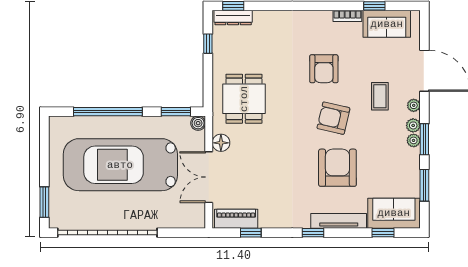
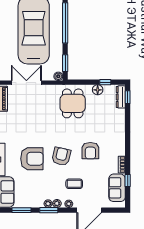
armchair: (324, 69) -> (90, 151), turned -90
dining table: (244, 99) -> (73, 103), turned 90
floor lamp: (221, 143) -> (98, 90), moved

